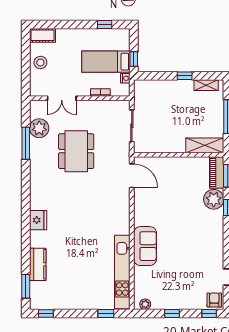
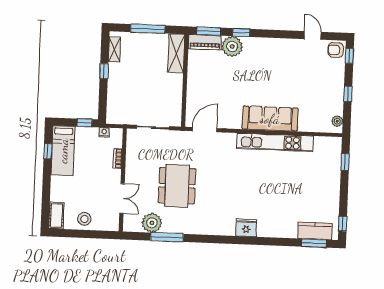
bed: (106, 62) -> (63, 151), moved
dining table: (76, 151) -> (177, 186), turned 90
sofa: (145, 246) -> (270, 119), width x1.36
kitchen counter: (38, 264) -> (315, 231), moved
kitchen unit: (122, 272) -> (275, 142), moved

